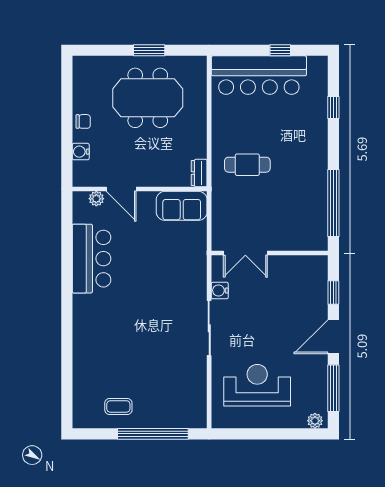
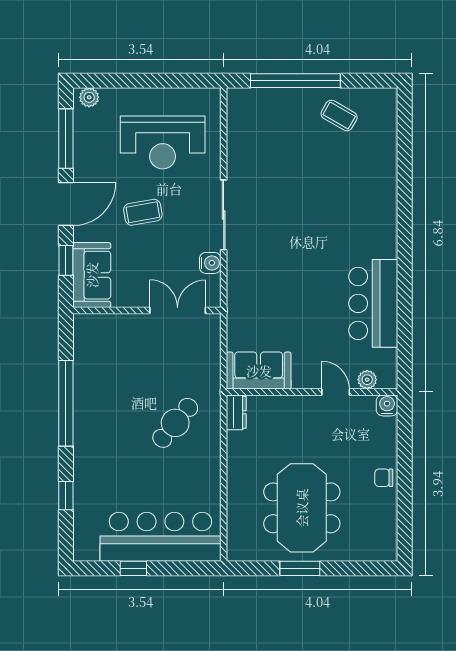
meeting table: (148, 98) -> (302, 508), turned 90
water cooler: (81, 152) -> (387, 405), moved, turned -90
cafe table: (247, 165) -> (175, 423), turned -50
door: (121, 189) -> (336, 392), width x0.73
window: (333, 203) -> (66, 403), moved
sofa: (313, 281) -> (92, 275), added
coffee table: (273, 330) -> (143, 212), added
coffee table: (118, 406) -> (339, 115), turned 30

